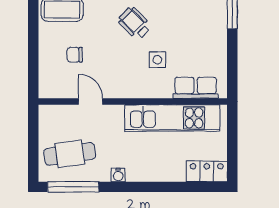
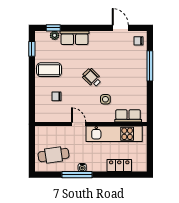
door: (91, 102) -> (79, 124), moved
locker: (207, 171) -> (119, 165), moved
window: (73, 187) -> (77, 175), moved

